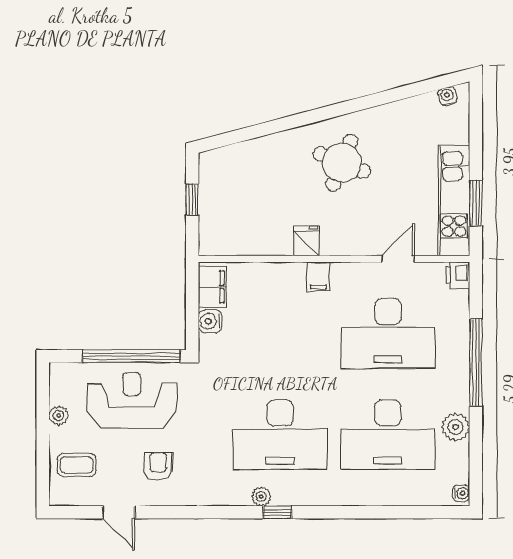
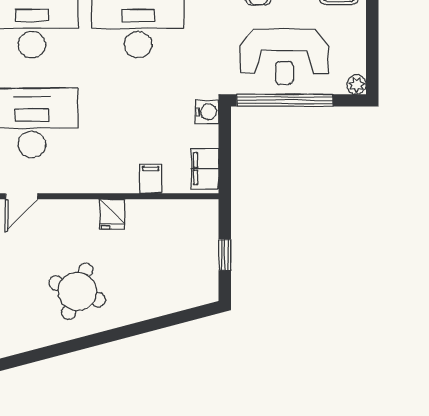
filing cabinet: (318, 277) -> (151, 179), moved
water cooler: (210, 321) -> (207, 112), moved
plant: (59, 416) -> (357, 85), moved

